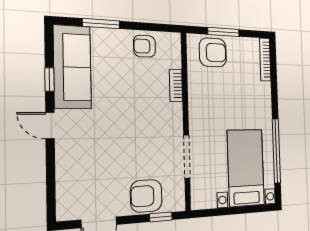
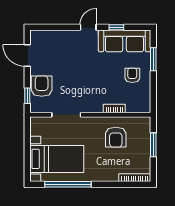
armchair: (145, 46) -> (132, 75), moved
armchair: (213, 52) -> (116, 137), moved

